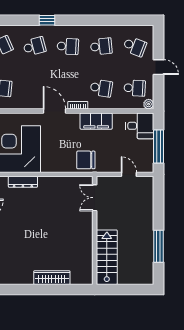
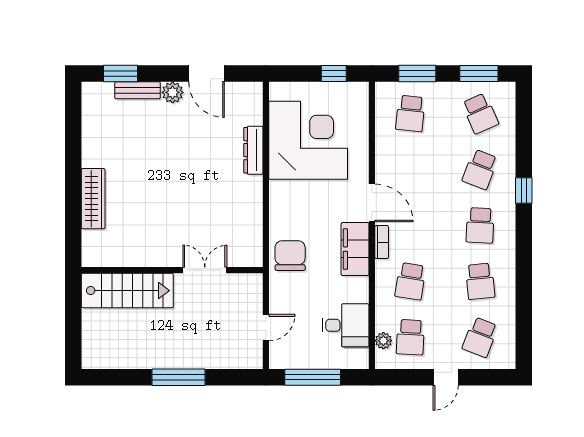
school desk: (34, 46) -> (480, 169), turned 36
plant: (149, 104) -> (383, 341), moved
door: (54, 111) -> (372, 203), hinge flipped
filing cabinet: (96, 121) -> (355, 249), moved
desk: (140, 126) -> (345, 325), moved, turned -90
double door: (95, 198) -> (205, 270), moved
window: (159, 246) -> (178, 377), moved

